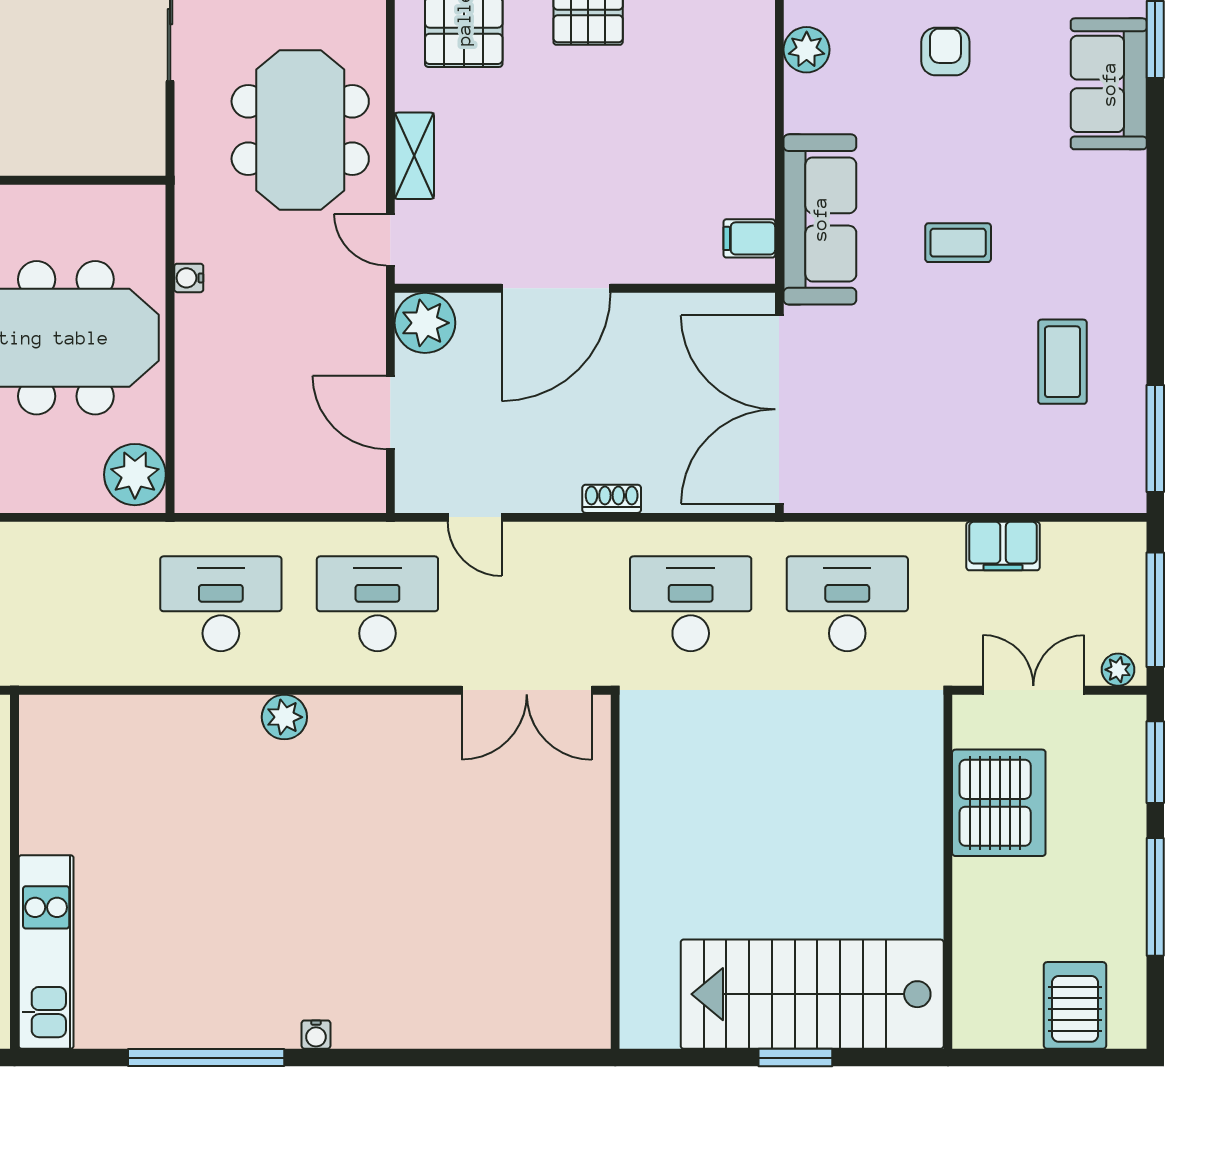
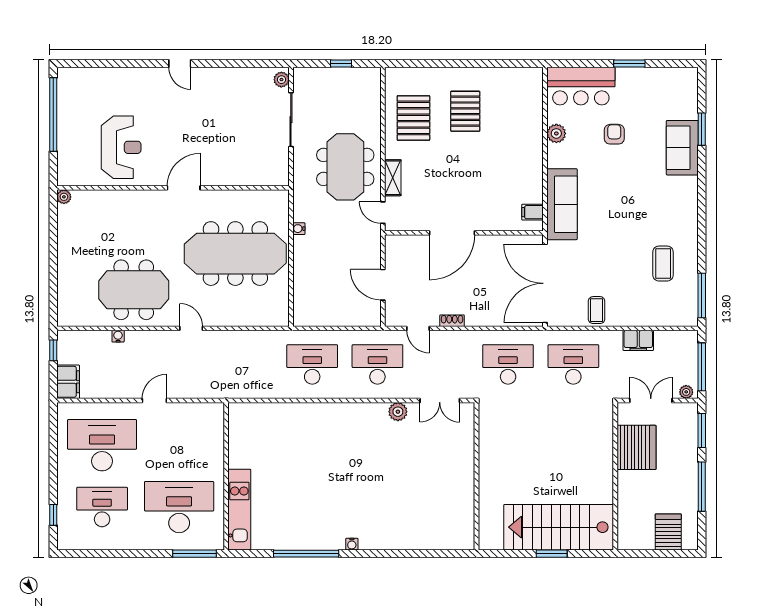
coffee table: (958, 243) -> (597, 310), moved, turned 90
plant: (425, 323) -> (397, 247), removed
plant: (135, 475) -> (276, 311), removed
shoe rack: (612, 499) -> (452, 321), moved
double door: (527, 690) -> (440, 400), width x0.73
plant: (284, 717) -> (398, 412), moved

